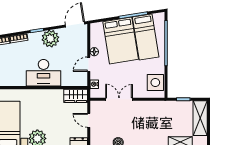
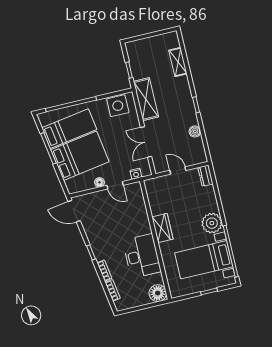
plant: (50, 39) -> (96, 235), removed
desk: (43, 73) -> (142, 256), moved
wardrobe: (76, 96) -> (162, 228), moved
shelving: (200, 118) -> (146, 99), moved, turned 90
door: (89, 120) -> (178, 170), swing flipped

